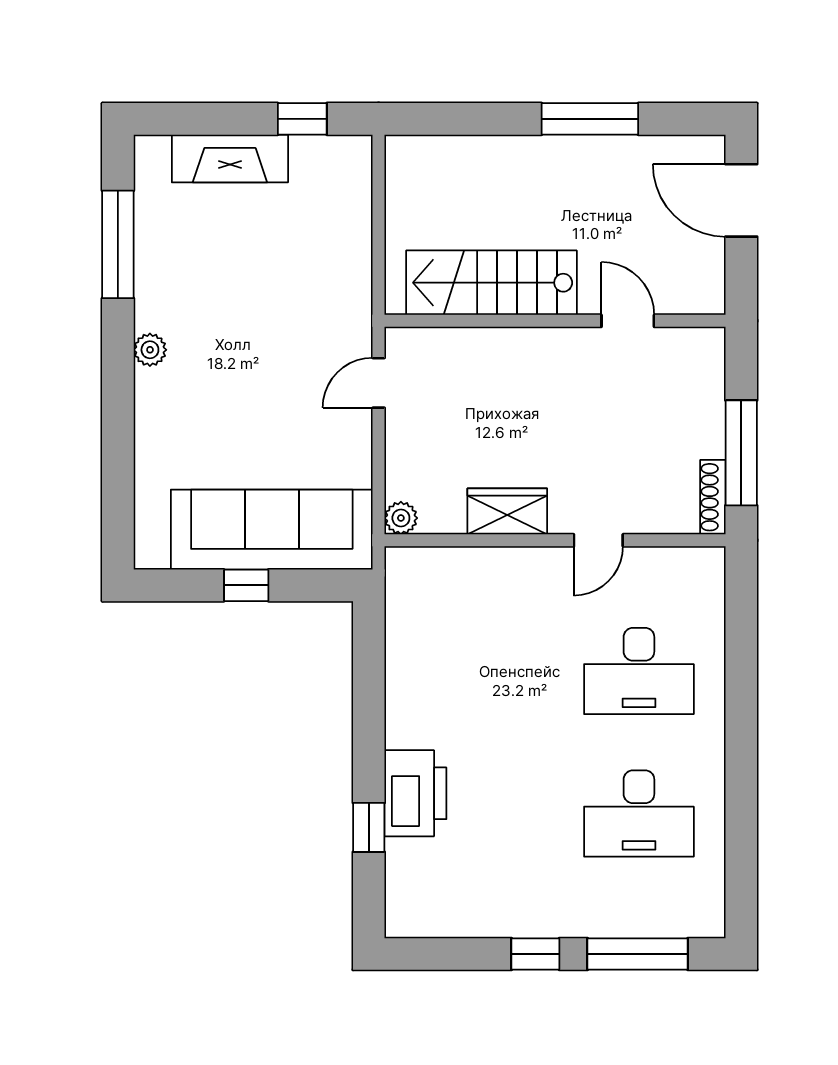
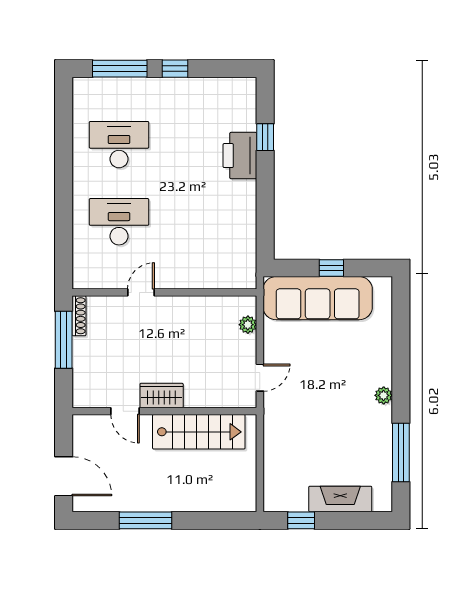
wardrobe: (507, 511) -> (162, 396), moved, turned 180
plant: (401, 518) -> (248, 325), moved

